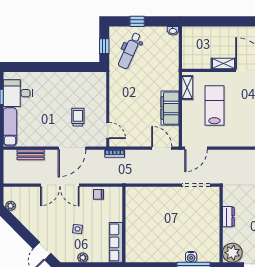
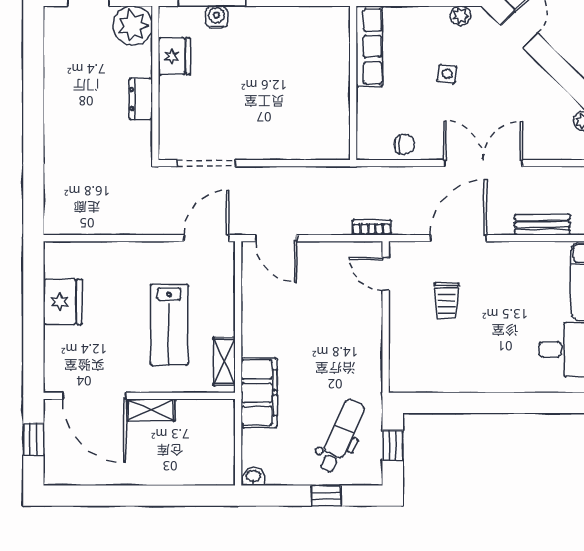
filing cabinet: (170, 108) -> (259, 393), moved
fridge: (212, 238) -> (174, 56), added
plant: (83, 258) -> (460, 16), moved

